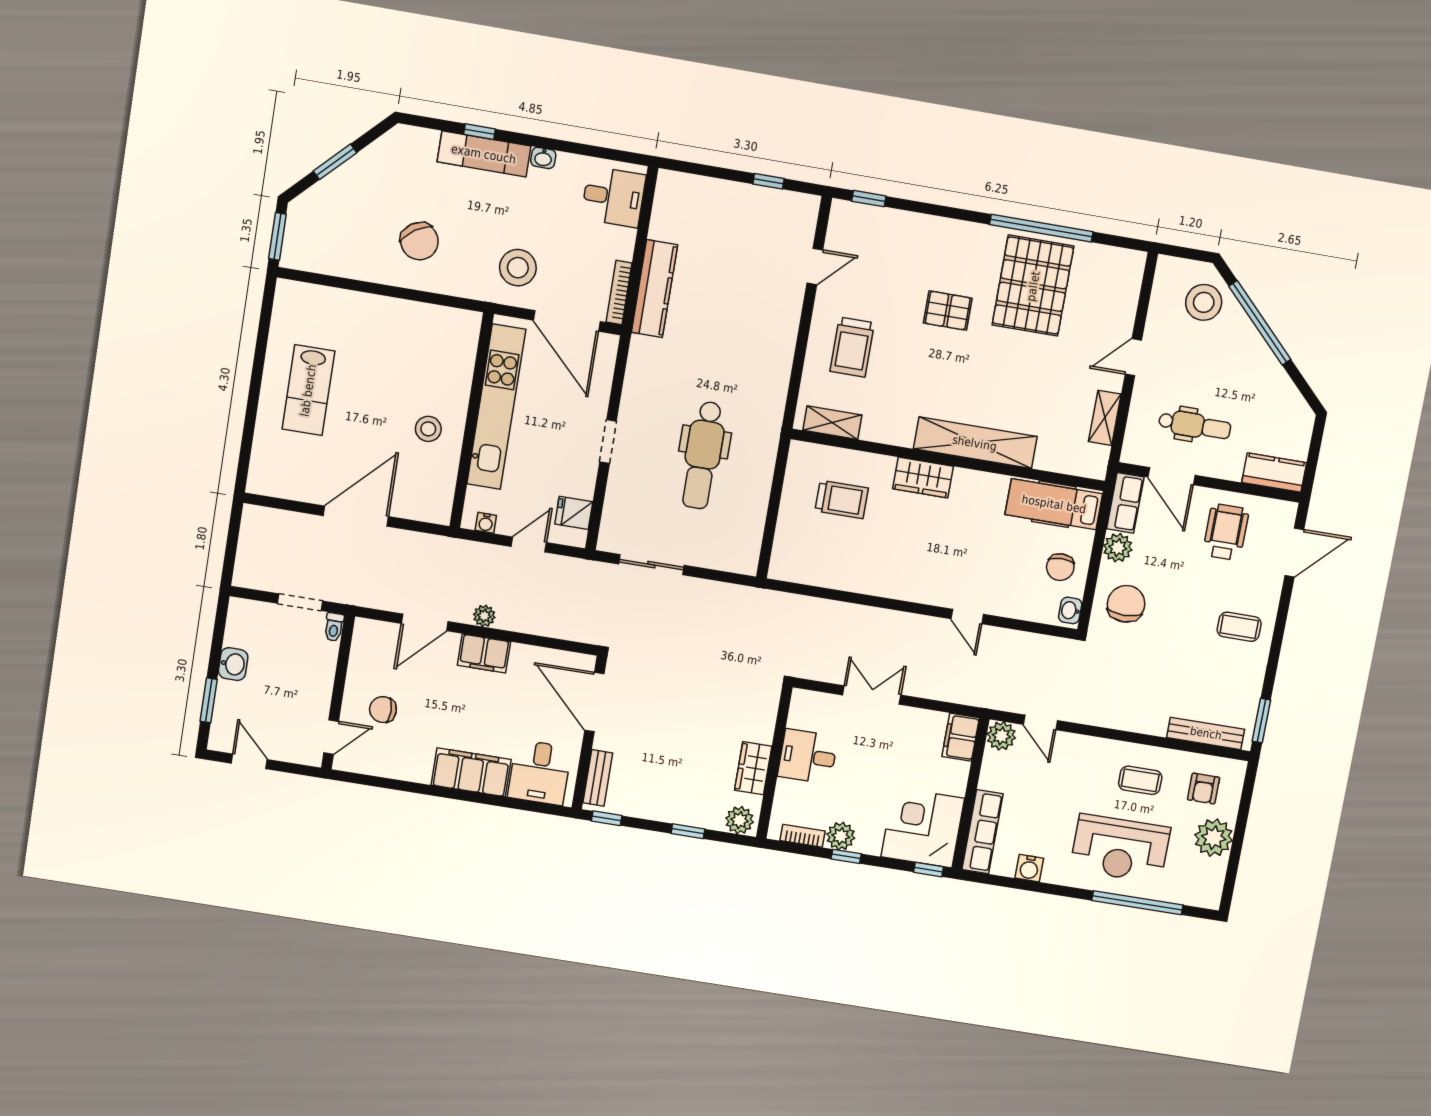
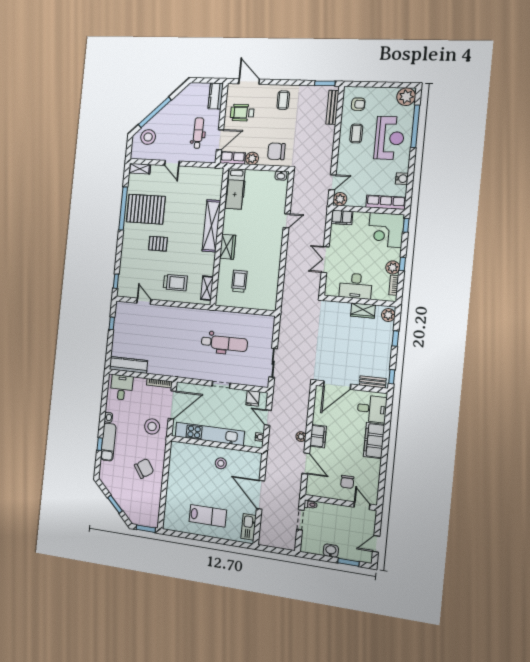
kitchen counter: (654, 289) -> (128, 365), moved
pallet: (948, 311) -> (158, 244), turned 90
shelving: (1105, 418) -> (140, 169), moved
kitchen sink: (284, 484) -> (248, 527), added
chair: (1060, 567) -> (262, 182), removed
desk: (808, 756) -> (356, 286), width x1.37
plant: (1214, 838) -> (406, 97), moved

